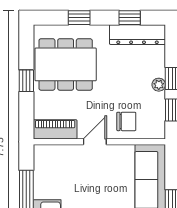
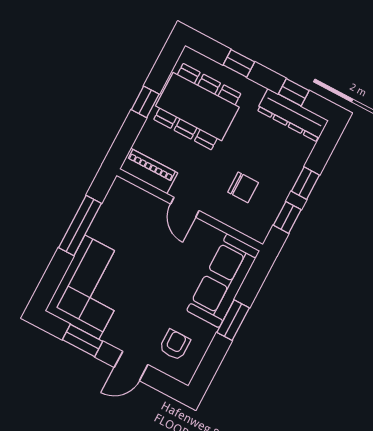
plant: (159, 85) -> (287, 182), removed
chair: (126, 121) -> (243, 187), moved
door: (95, 142) -> (185, 207), swing flipped

